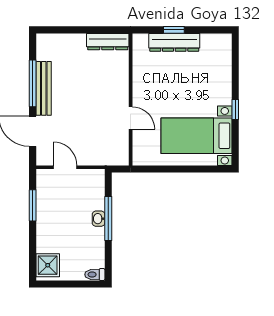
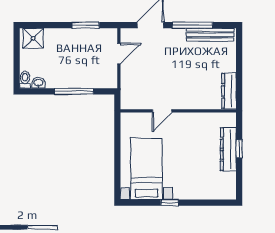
bench: (44, 88) -> (210, 35), moved
washbasin: (99, 219) -> (38, 83), moved

